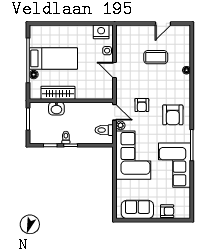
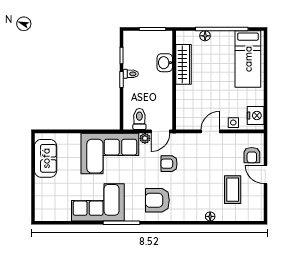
door: (163, 23) -> (265, 174), moved
coffee table: (156, 57) -> (233, 190), moved
bed: (53, 58) -> (248, 59), moved
armchair: (167, 211) -> (252, 155), moved

